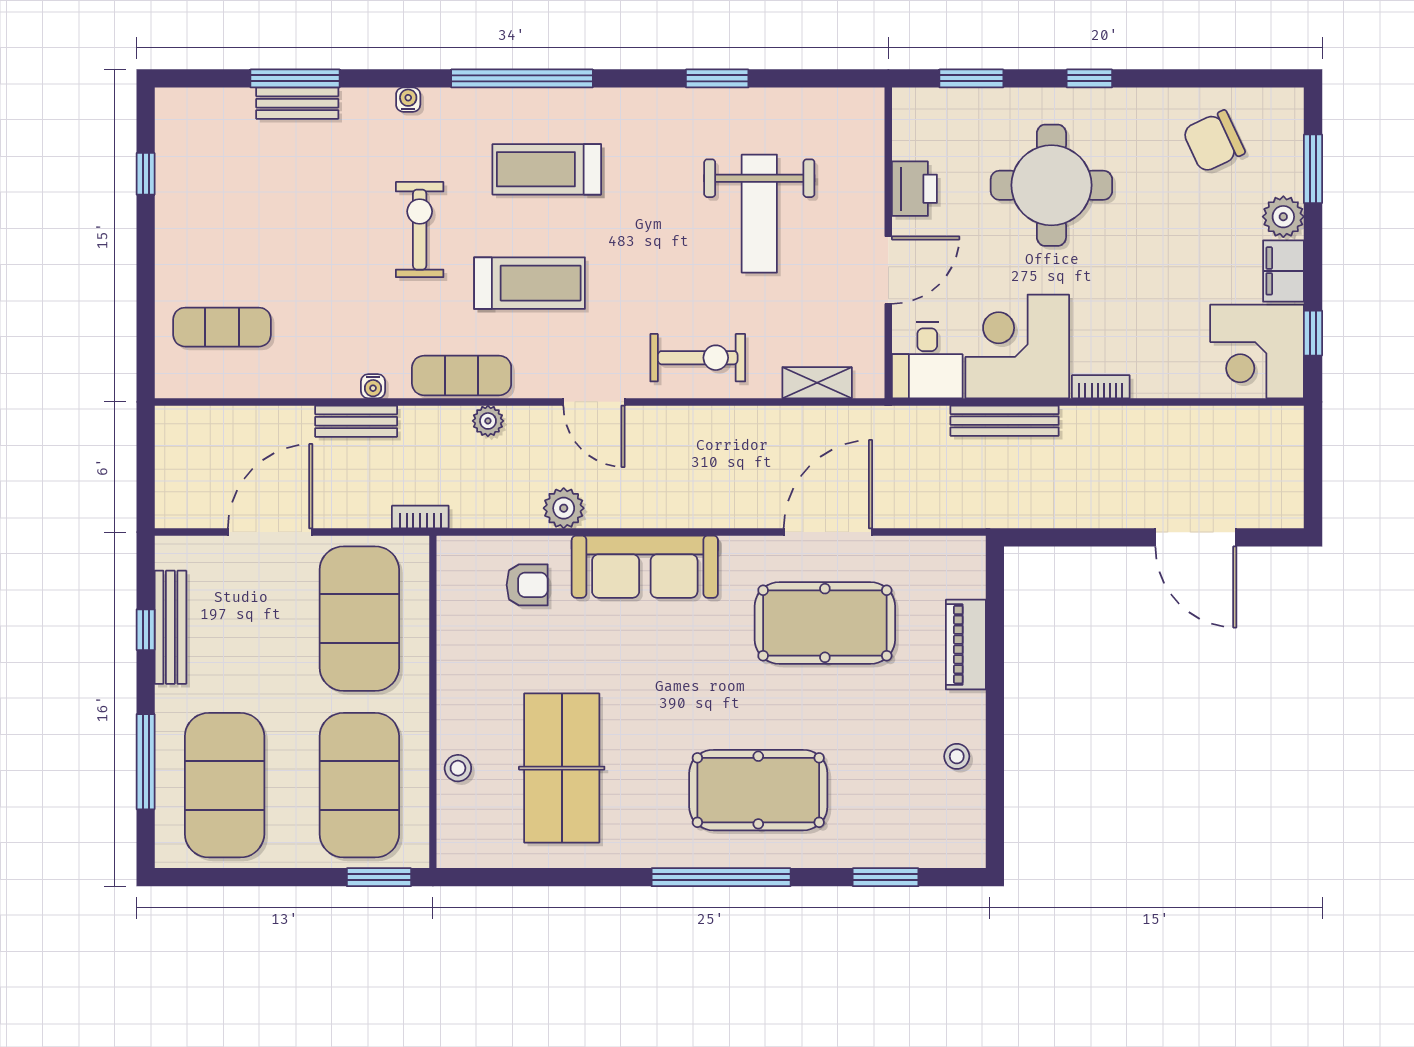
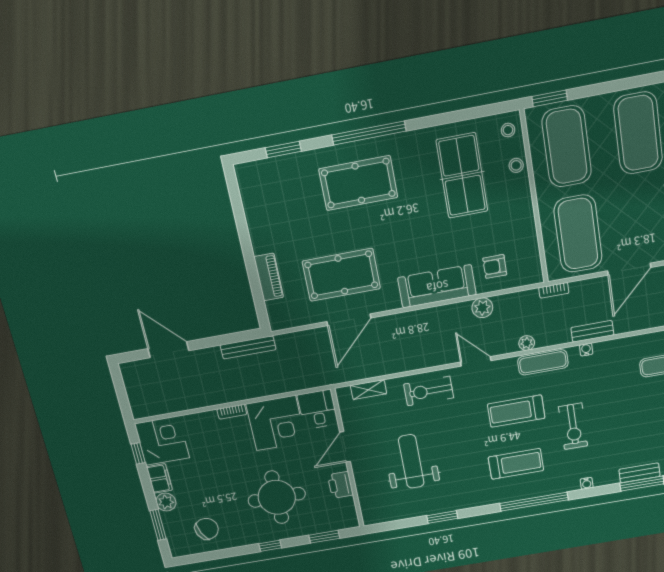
bench: (1005, 421) -> (248, 347), moved
stool: (957, 756) -> (508, 130), moved

